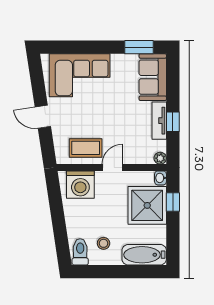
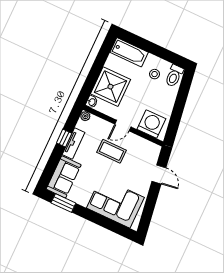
door: (43, 117) -> (159, 174), moved
coffee table: (86, 148) -> (111, 151), moved
window: (173, 202) -> (91, 81), removed

